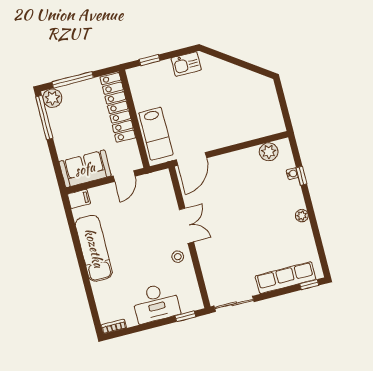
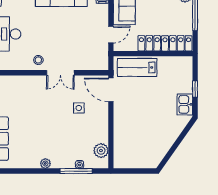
window: (150, 60) -> (195, 89), moved
door: (124, 176) -> (111, 35), swing flipped
window: (301, 176) -> (76, 171), width x2.17
side table: (224, 192) -> (79, 108), added

